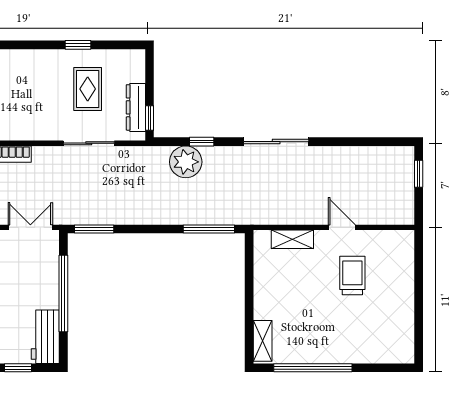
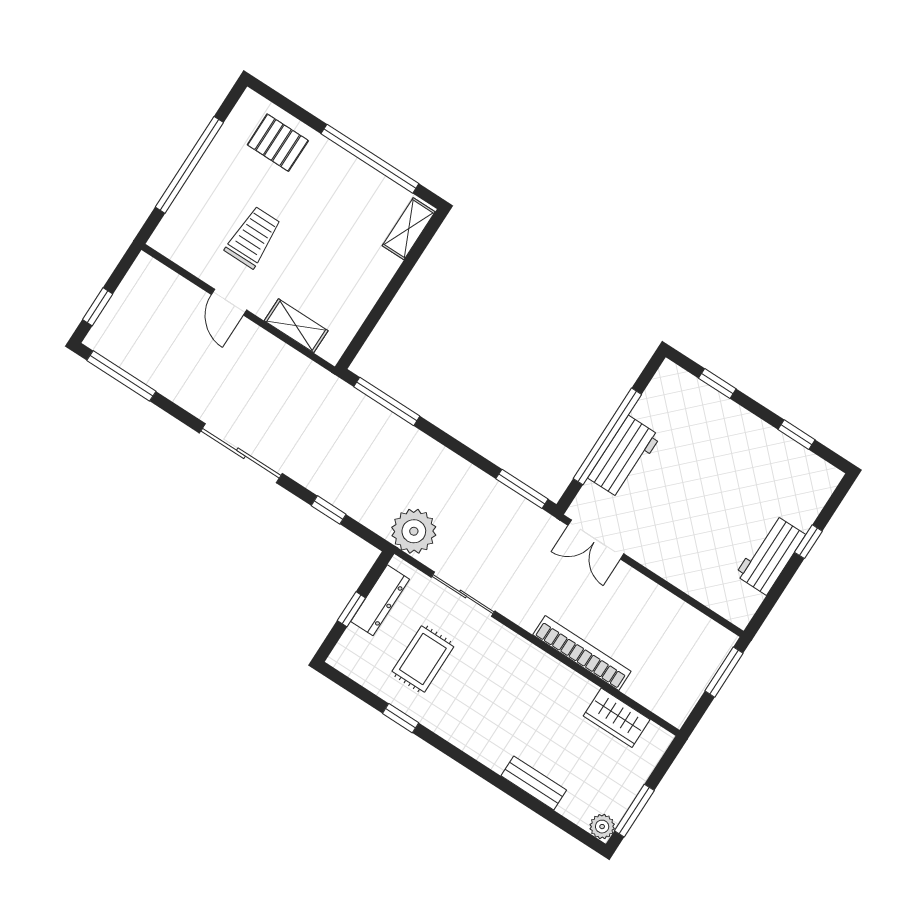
window: (149, 118) -> (351, 609), moved
window: (378, 142) -> (121, 376), added
plant: (186, 162) -> (414, 531), moved
trolley: (352, 276) -> (253, 237), turned 180
window: (419, 294) -> (189, 165), added
workbench: (45, 337) -> (624, 457), moved
pallet: (374, 342) -> (278, 143), added

